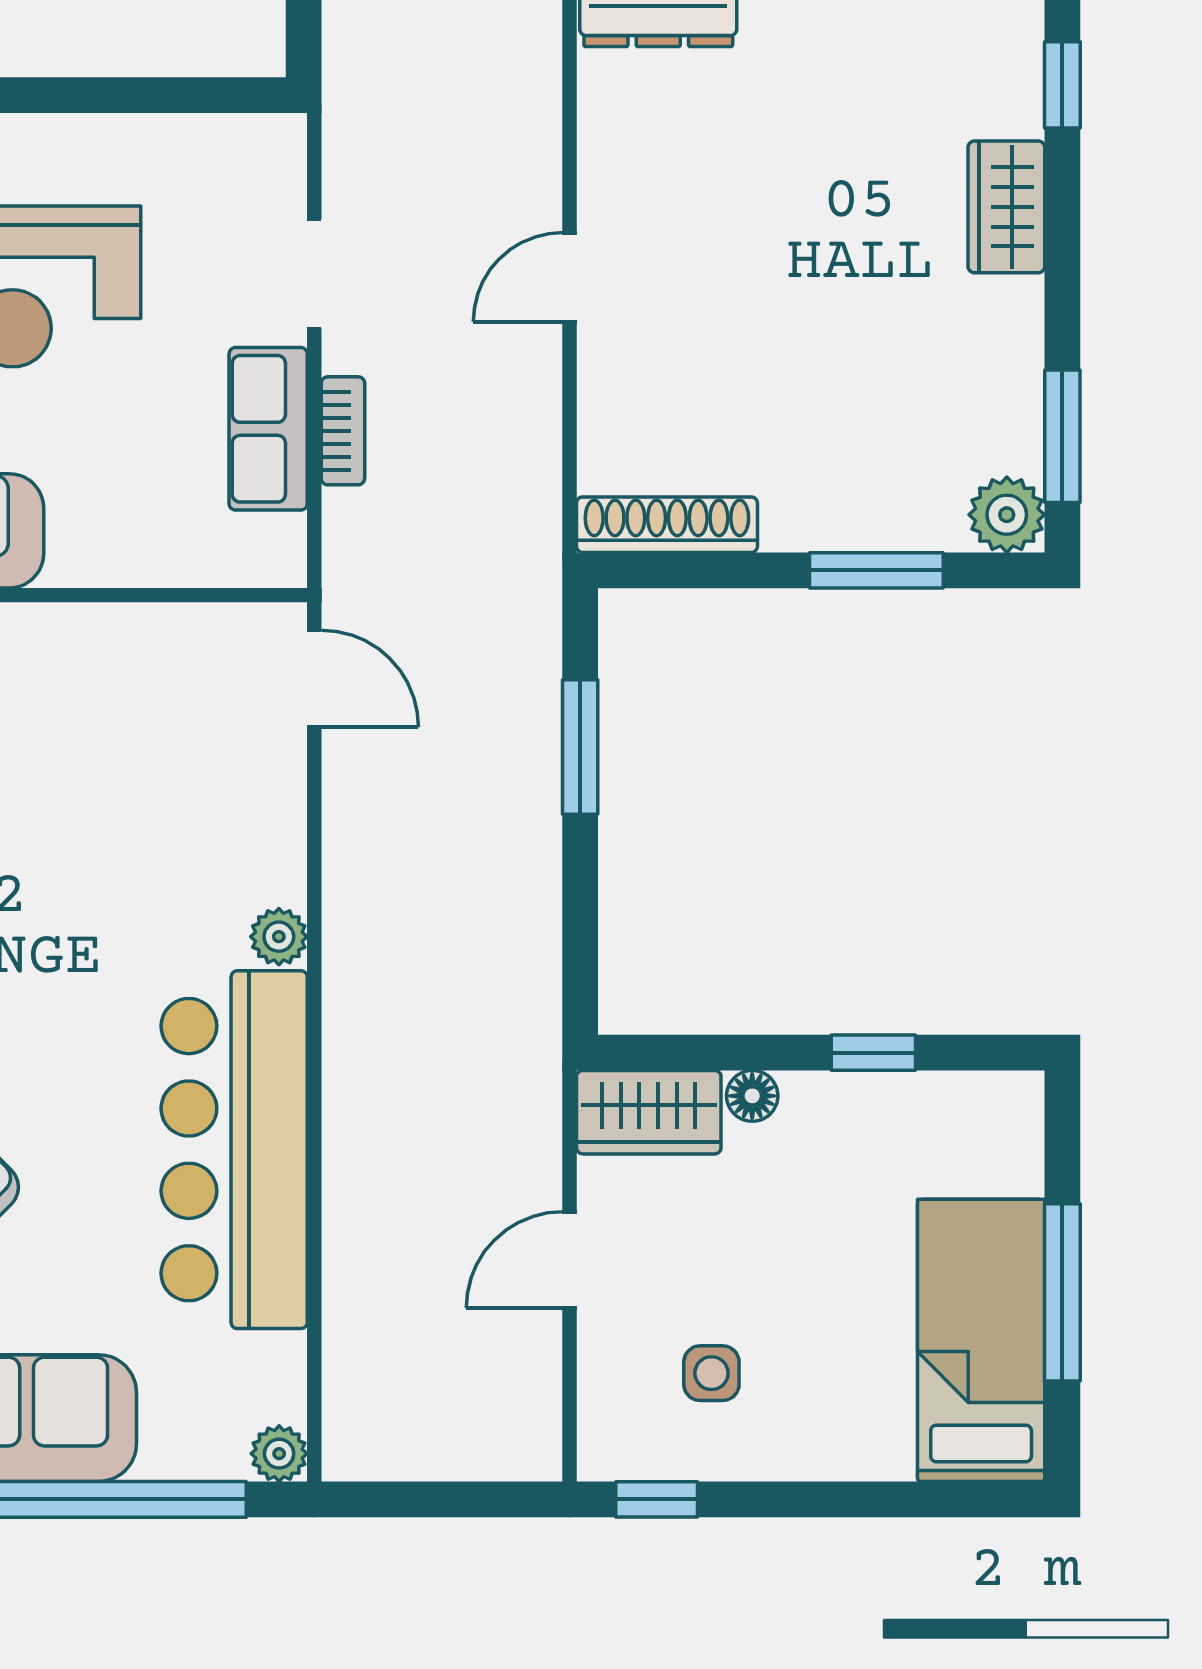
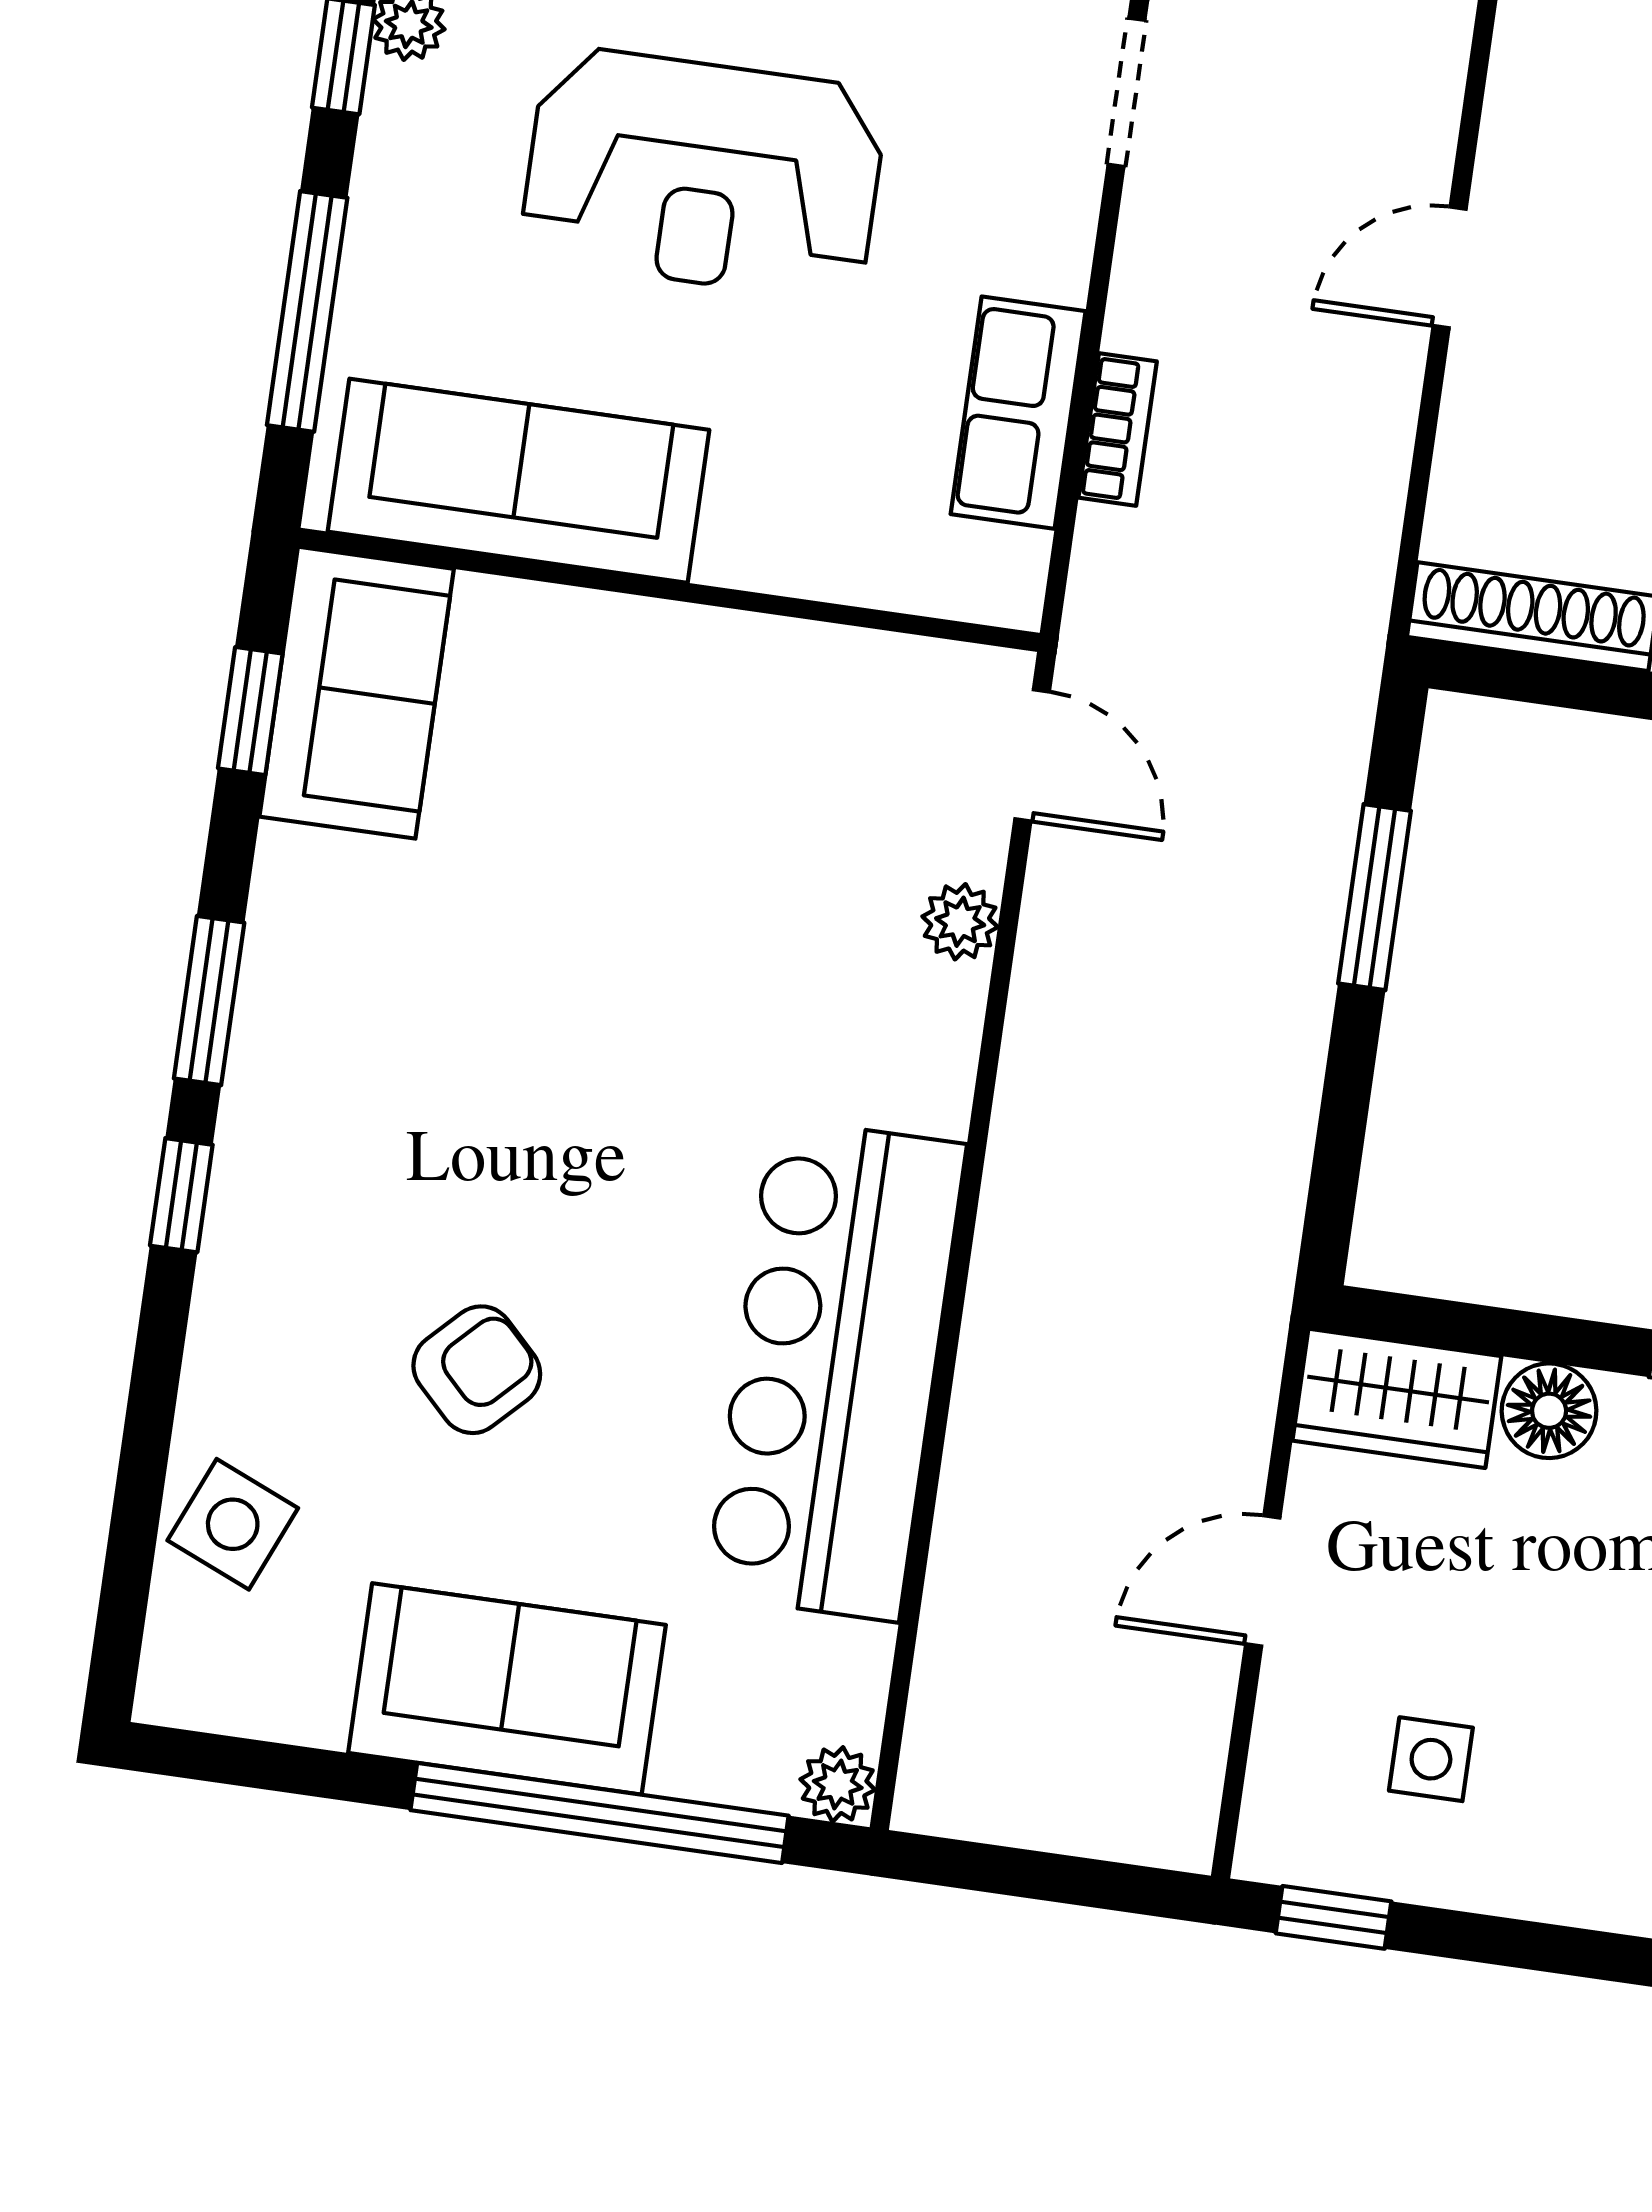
doorway: (314, 274) -> (1126, 92), moved
plant: (279, 937) -> (960, 922), moved
floor lamp: (752, 1096) -> (1549, 1411), width x1.37, depth x1.37

